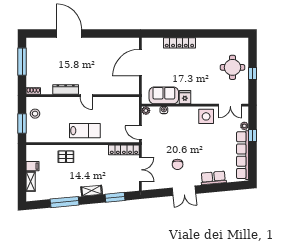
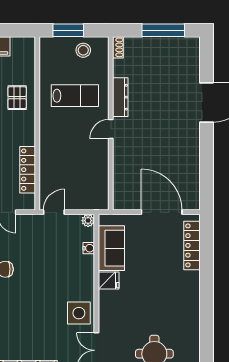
locker: (179, 43) -> (192, 245), moved
lab bench: (85, 131) -> (75, 96), moved, turned -90
locker: (124, 150) -> (28, 170), moved

